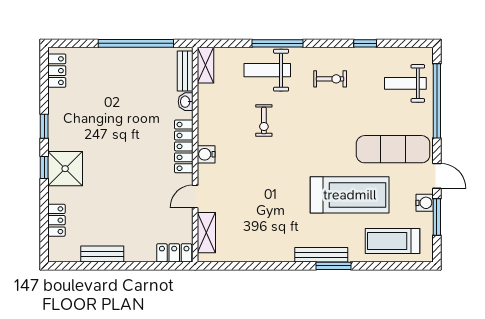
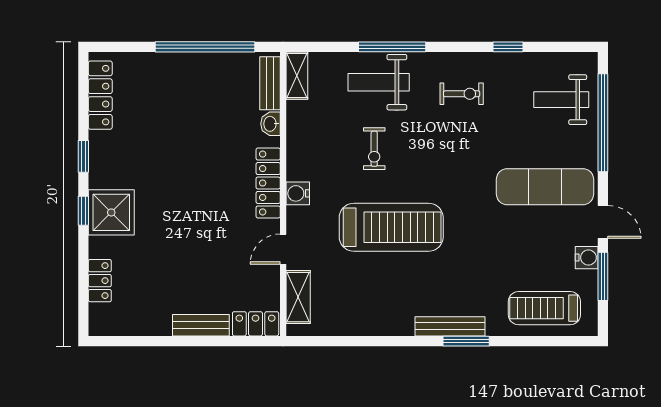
locker: (57, 71) -> (100, 95), width x1.53
treadmill: (350, 195) -> (391, 227), moved
bench: (102, 254) -> (201, 325), moved

